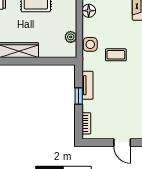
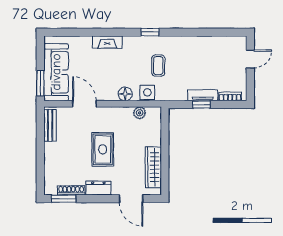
floor lamp: (89, 11) -> (125, 94), moved
tv unit: (88, 85) -> (203, 95), moved

